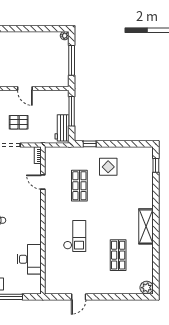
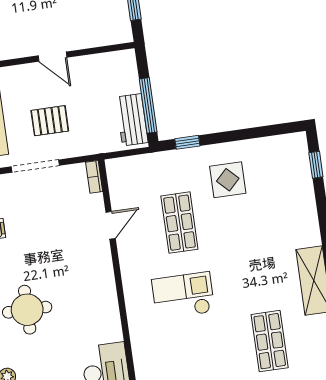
window: (72, 111) -> (148, 105), moved
door: (43, 182) -> (111, 225), swing flipped
checkout: (75, 236) -> (183, 296), moved, turned -90

